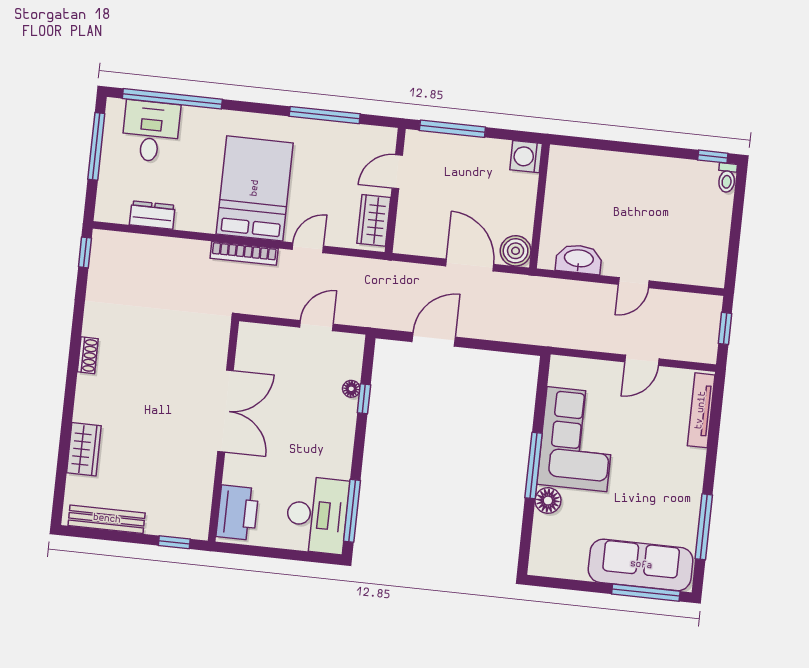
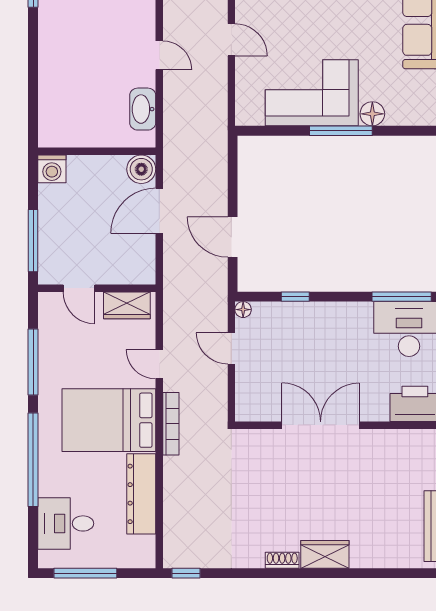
window: (172, 99) -> (33, 460), moved
dresser: (152, 215) -> (141, 494), width x1.96, depth x1.24
floor lamp: (351, 389) -> (243, 310), moved
wardrobe: (84, 449) -> (325, 554), moved

